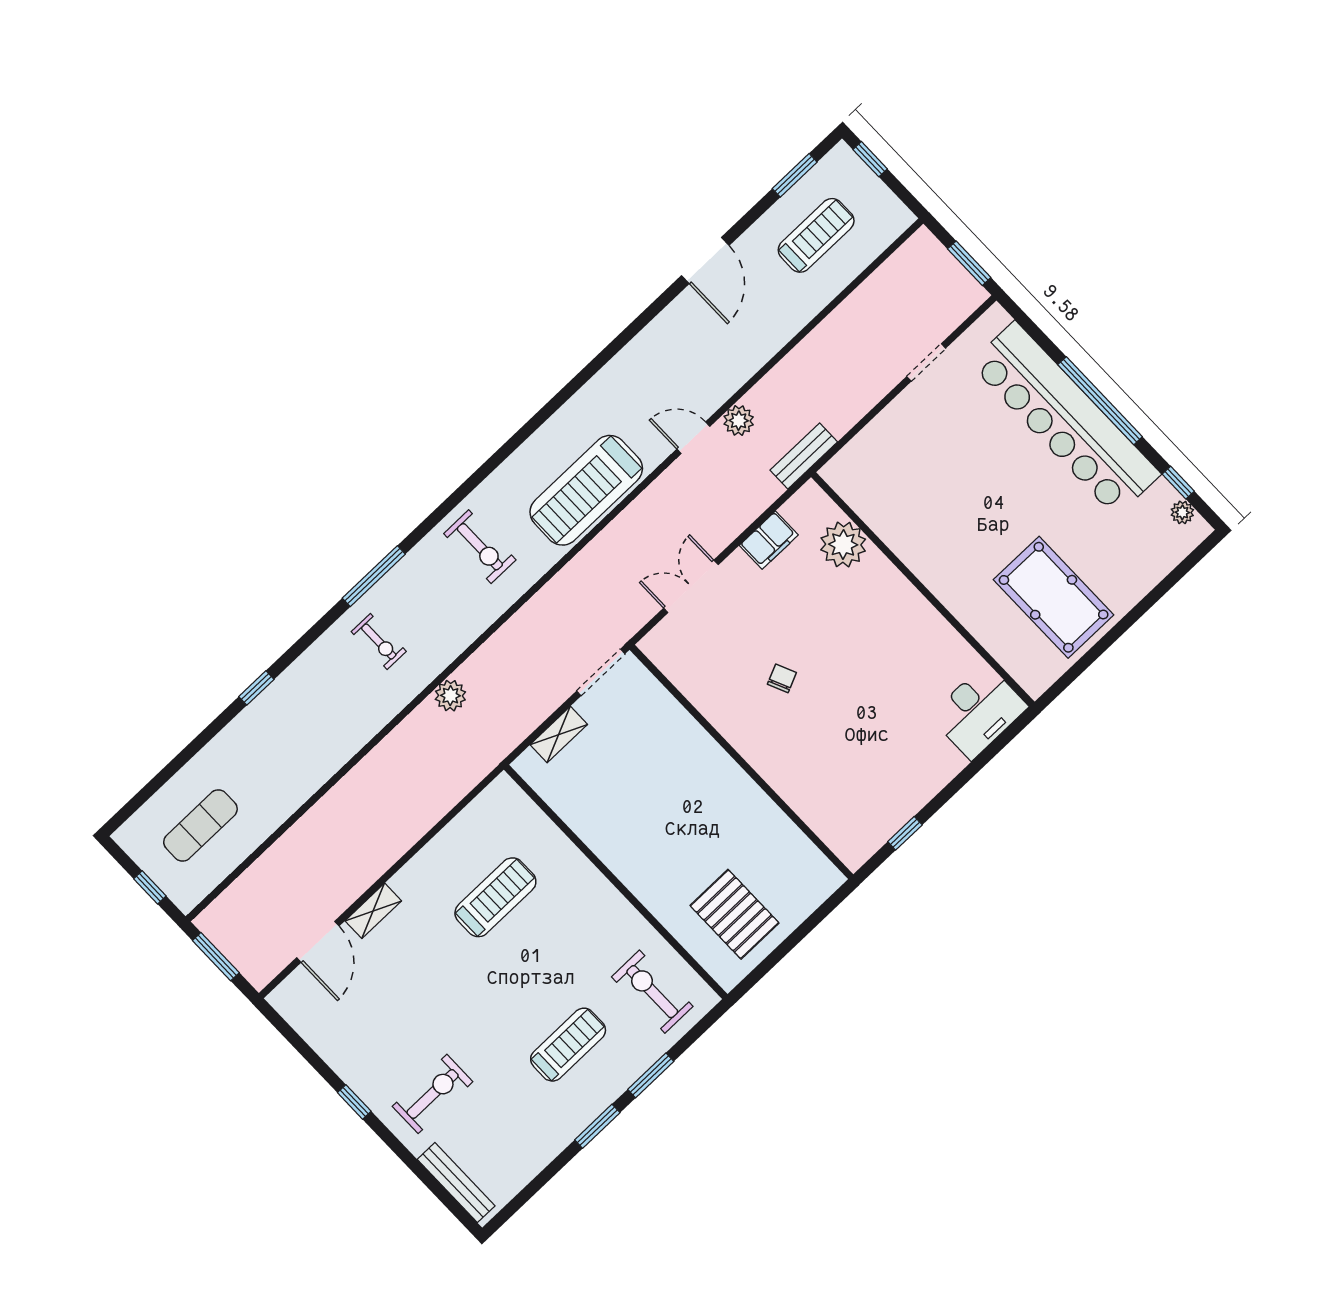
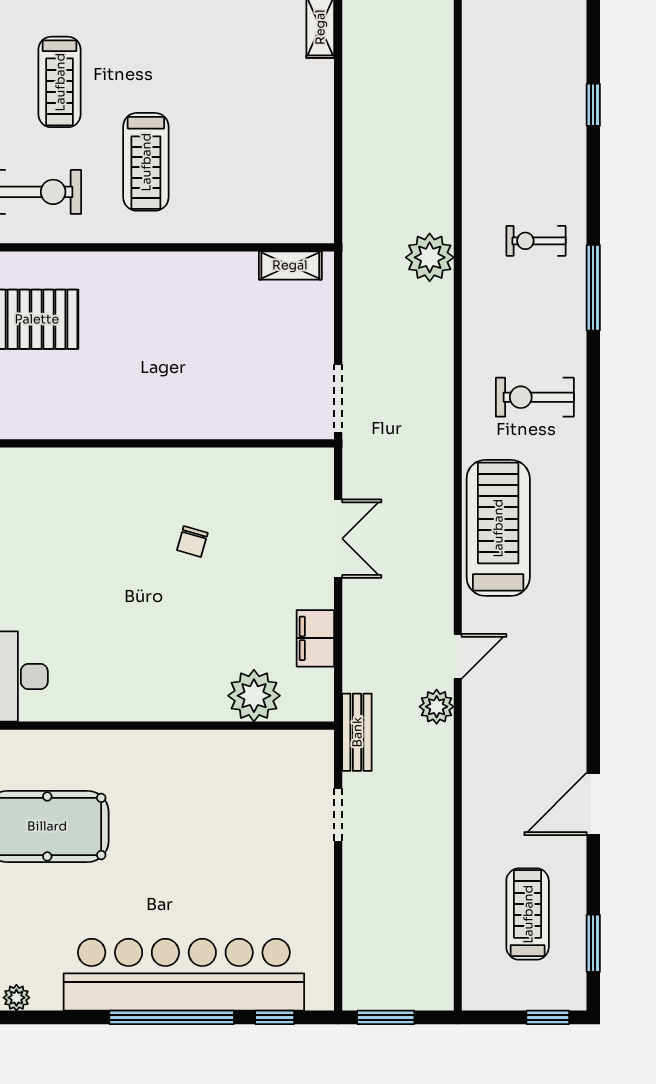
treadmill: (816, 235) -> (528, 914), turned 180
door: (705, 261) -> (593, 804), hinge flipped
doorway: (926, 362) -> (338, 815), moved
window: (1178, 483) -> (275, 1017), moved
chair: (782, 678) -> (192, 542), turned 40
plant: (450, 696) -> (430, 257), width x1.36, depth x1.36
shelving: (559, 735) -> (290, 265), moved, turned 90
treadmill: (495, 897) -> (146, 162), moved

